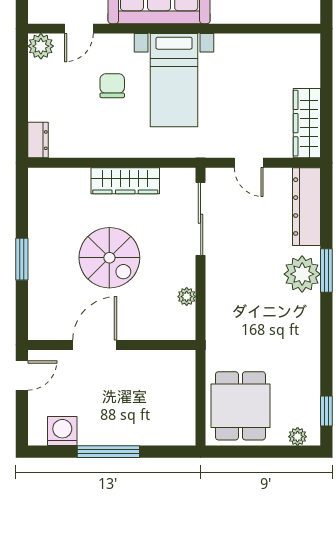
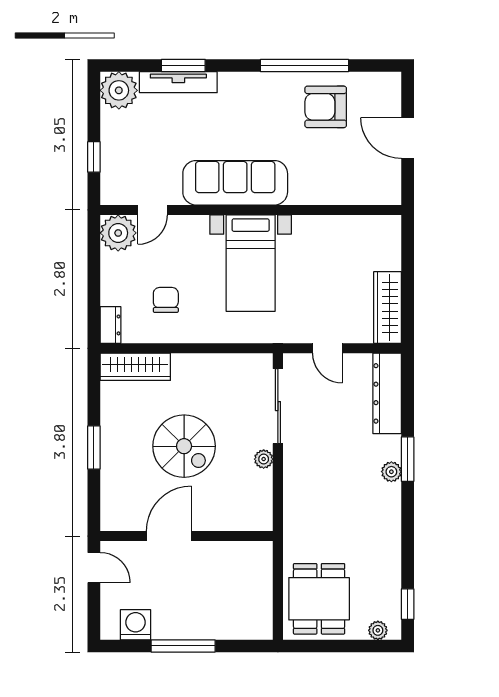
plant: (41, 46) -> (118, 233), width x1.36, depth x1.36
chair: (112, 86) -> (166, 300), moved
wardrobe: (125, 181) -> (135, 367), moved
plant: (302, 274) -> (391, 472), width x0.53, depth x0.53
plant: (187, 297) -> (264, 459), moved
door: (22, 376) -> (94, 568), hinge flipped

